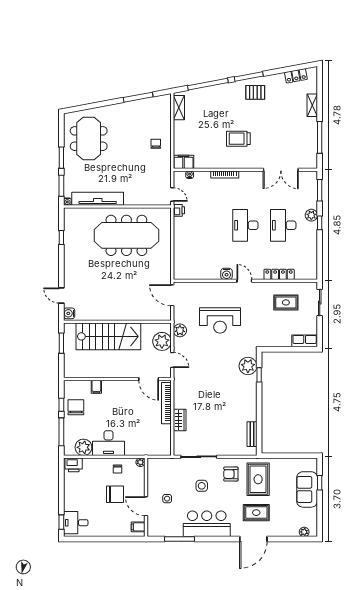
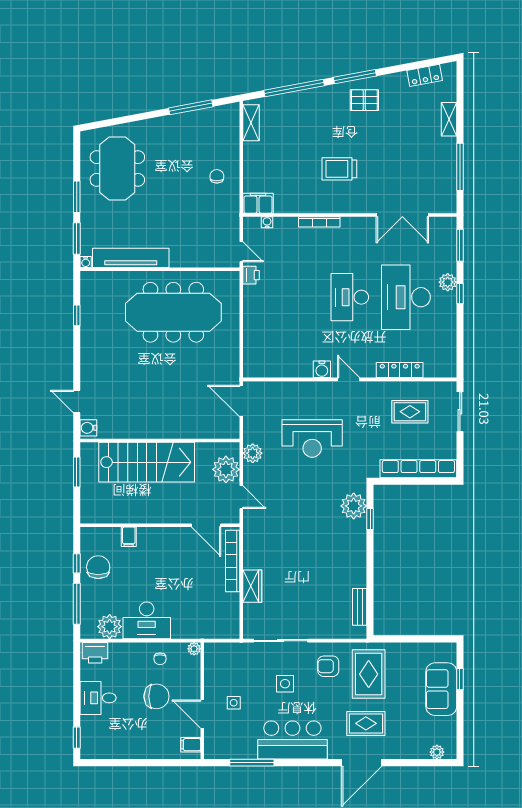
desk: (283, 225) -> (406, 297), width x1.36, depth x1.30
row of seats: (305, 341) -> (418, 469), width x2.02
desk: (76, 523) -> (98, 698), moved

